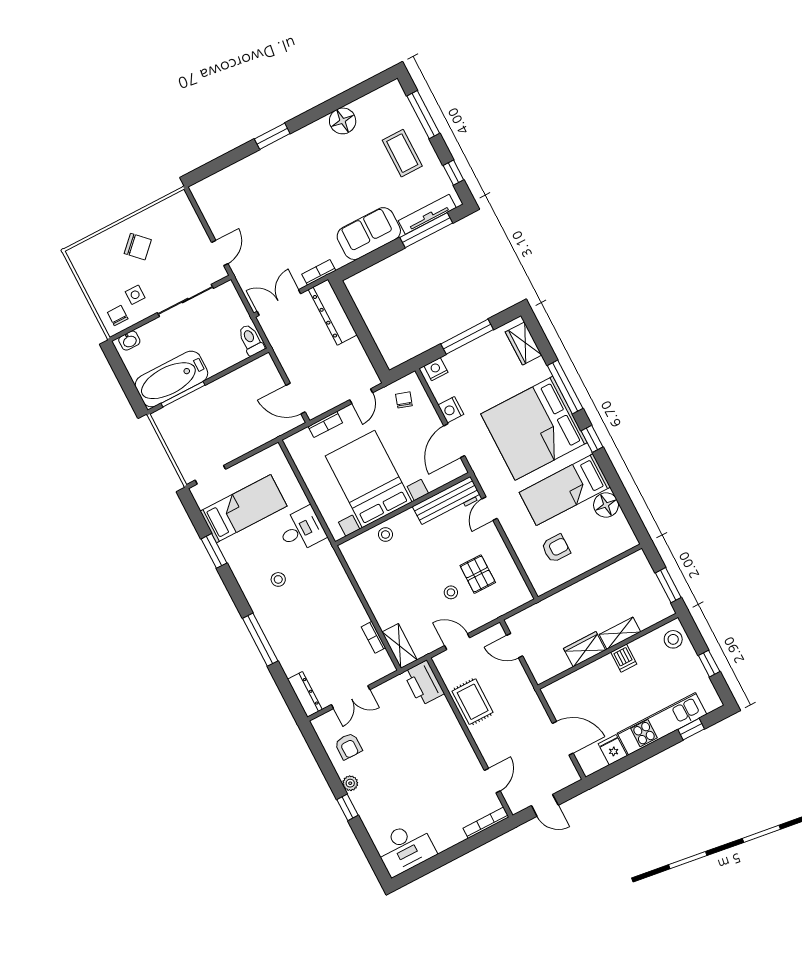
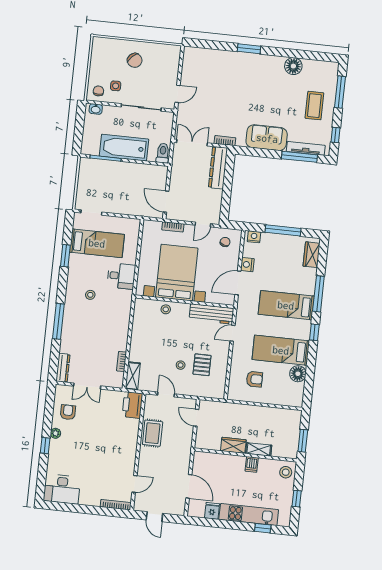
bathtub: (171, 379) -> (124, 148), moved
bed: (534, 428) -> (286, 305), width x0.49
armchair: (348, 746) -> (68, 412), turned 180

